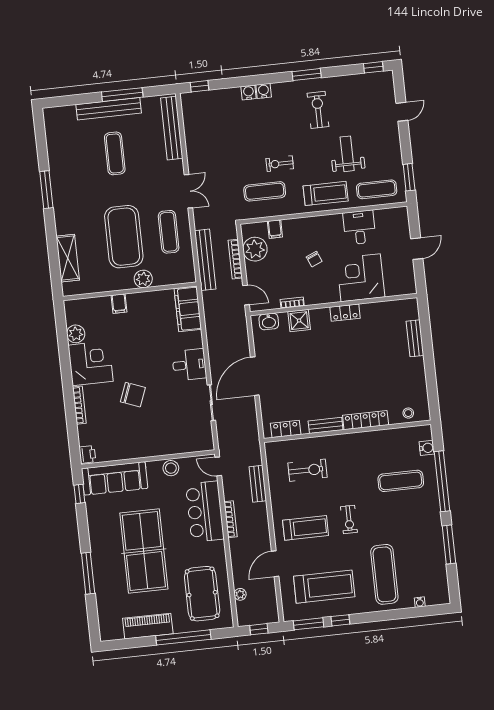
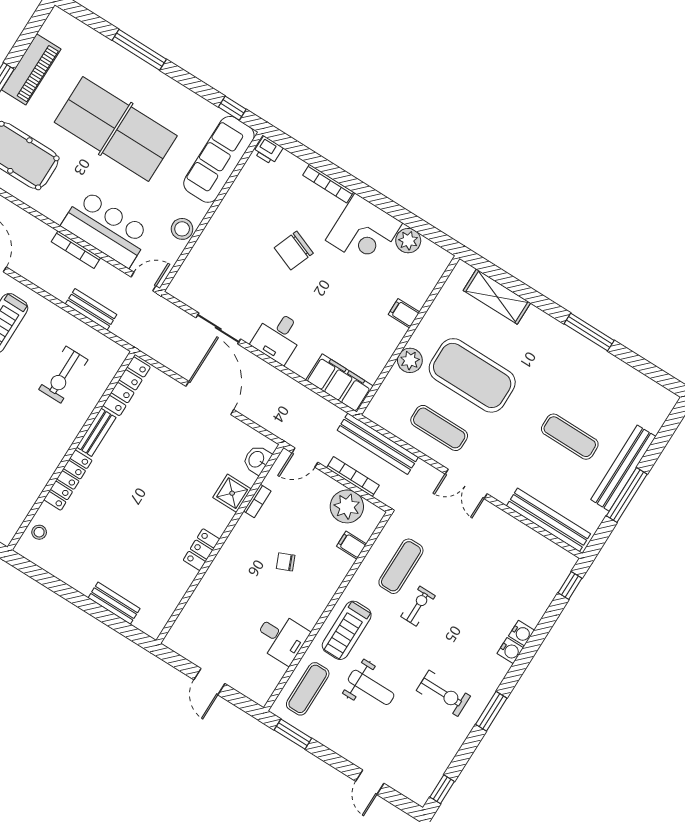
corner desk: (361, 278) -> (226, 596), removed
locker: (286, 429) -> (127, 386), width x1.53

